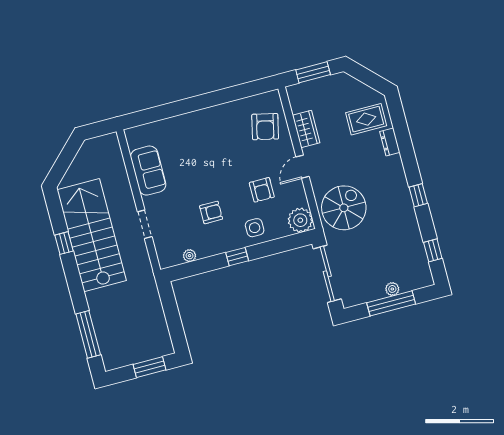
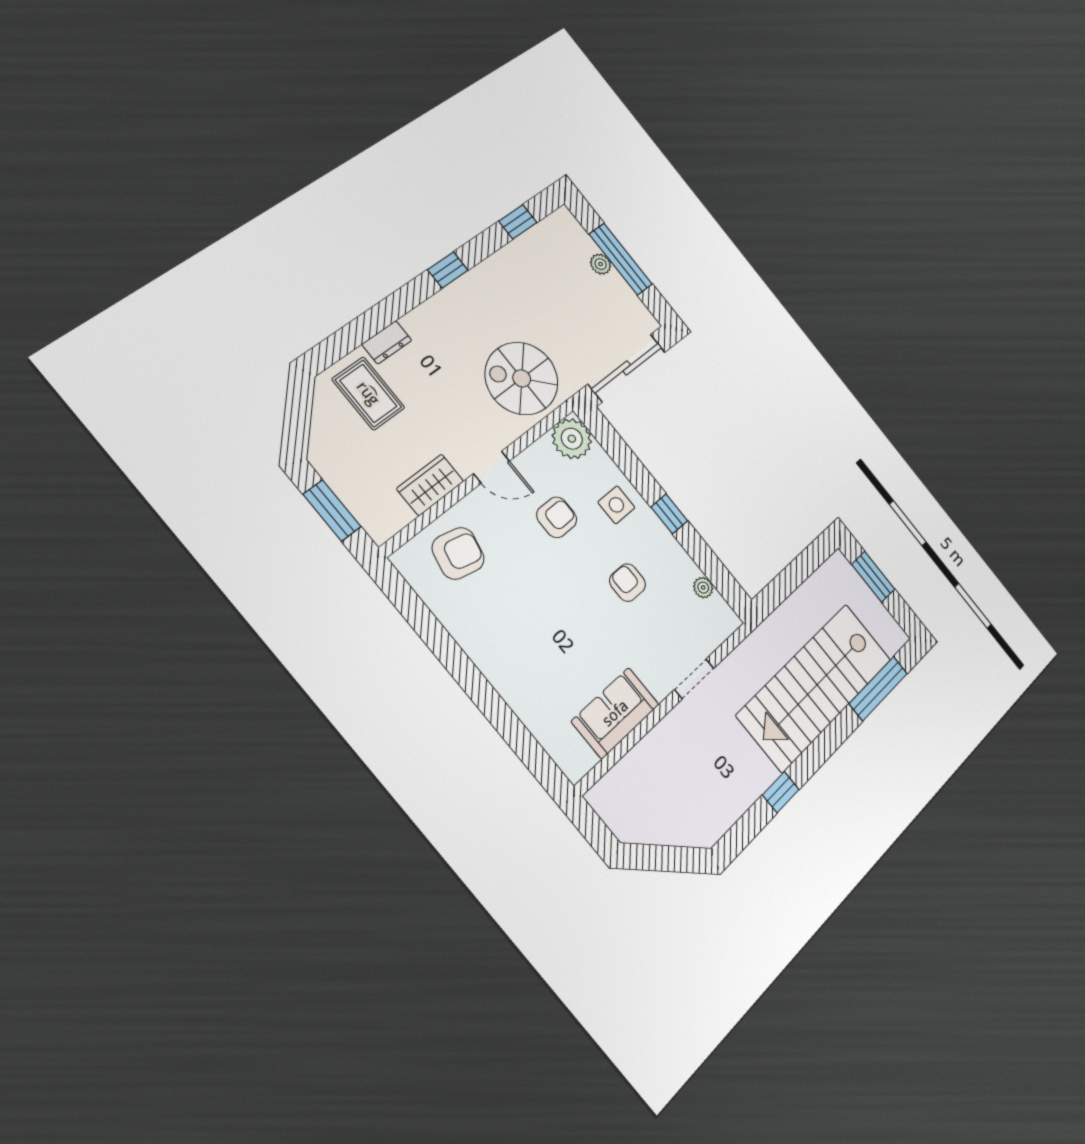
stairs: (92, 235) -> (815, 687), moved

